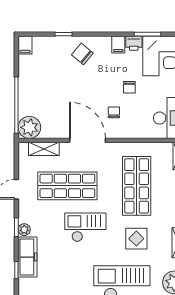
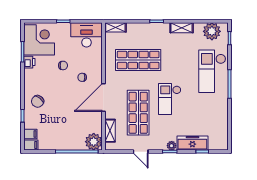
filing cabinet: (118, 44) -> (30, 134), moved
display table: (136, 239) -> (178, 60), removed

